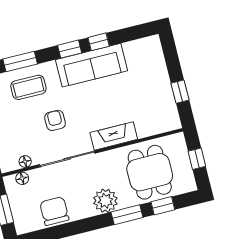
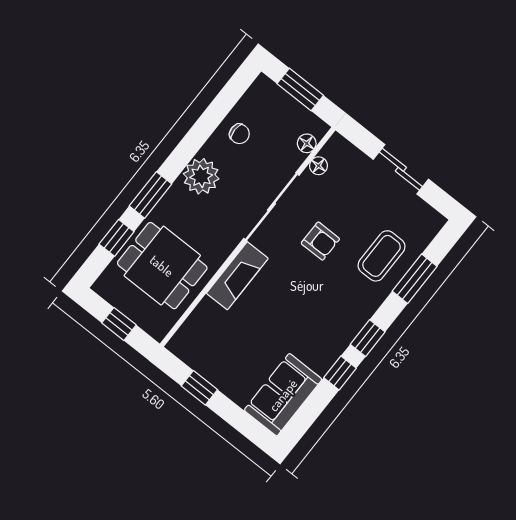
sofa: (92, 65) -> (283, 395), moved, width x0.73
plant: (105, 201) -> (201, 176), moved
chair: (54, 211) -> (239, 134), width x0.54, depth x0.54

